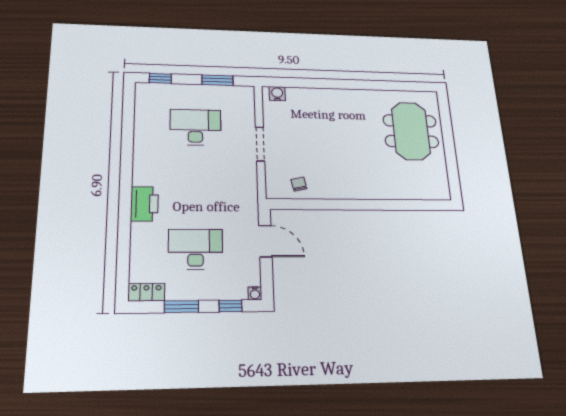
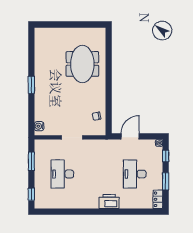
window: (345, 84) -> (31, 85), added
meeting table: (411, 131) -> (82, 64), moved, turned 90

